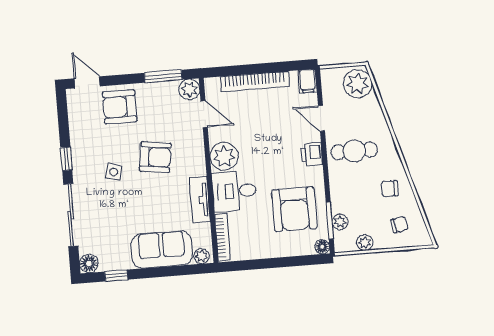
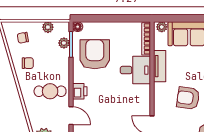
plant: (224, 156) -> (141, 95), removed

